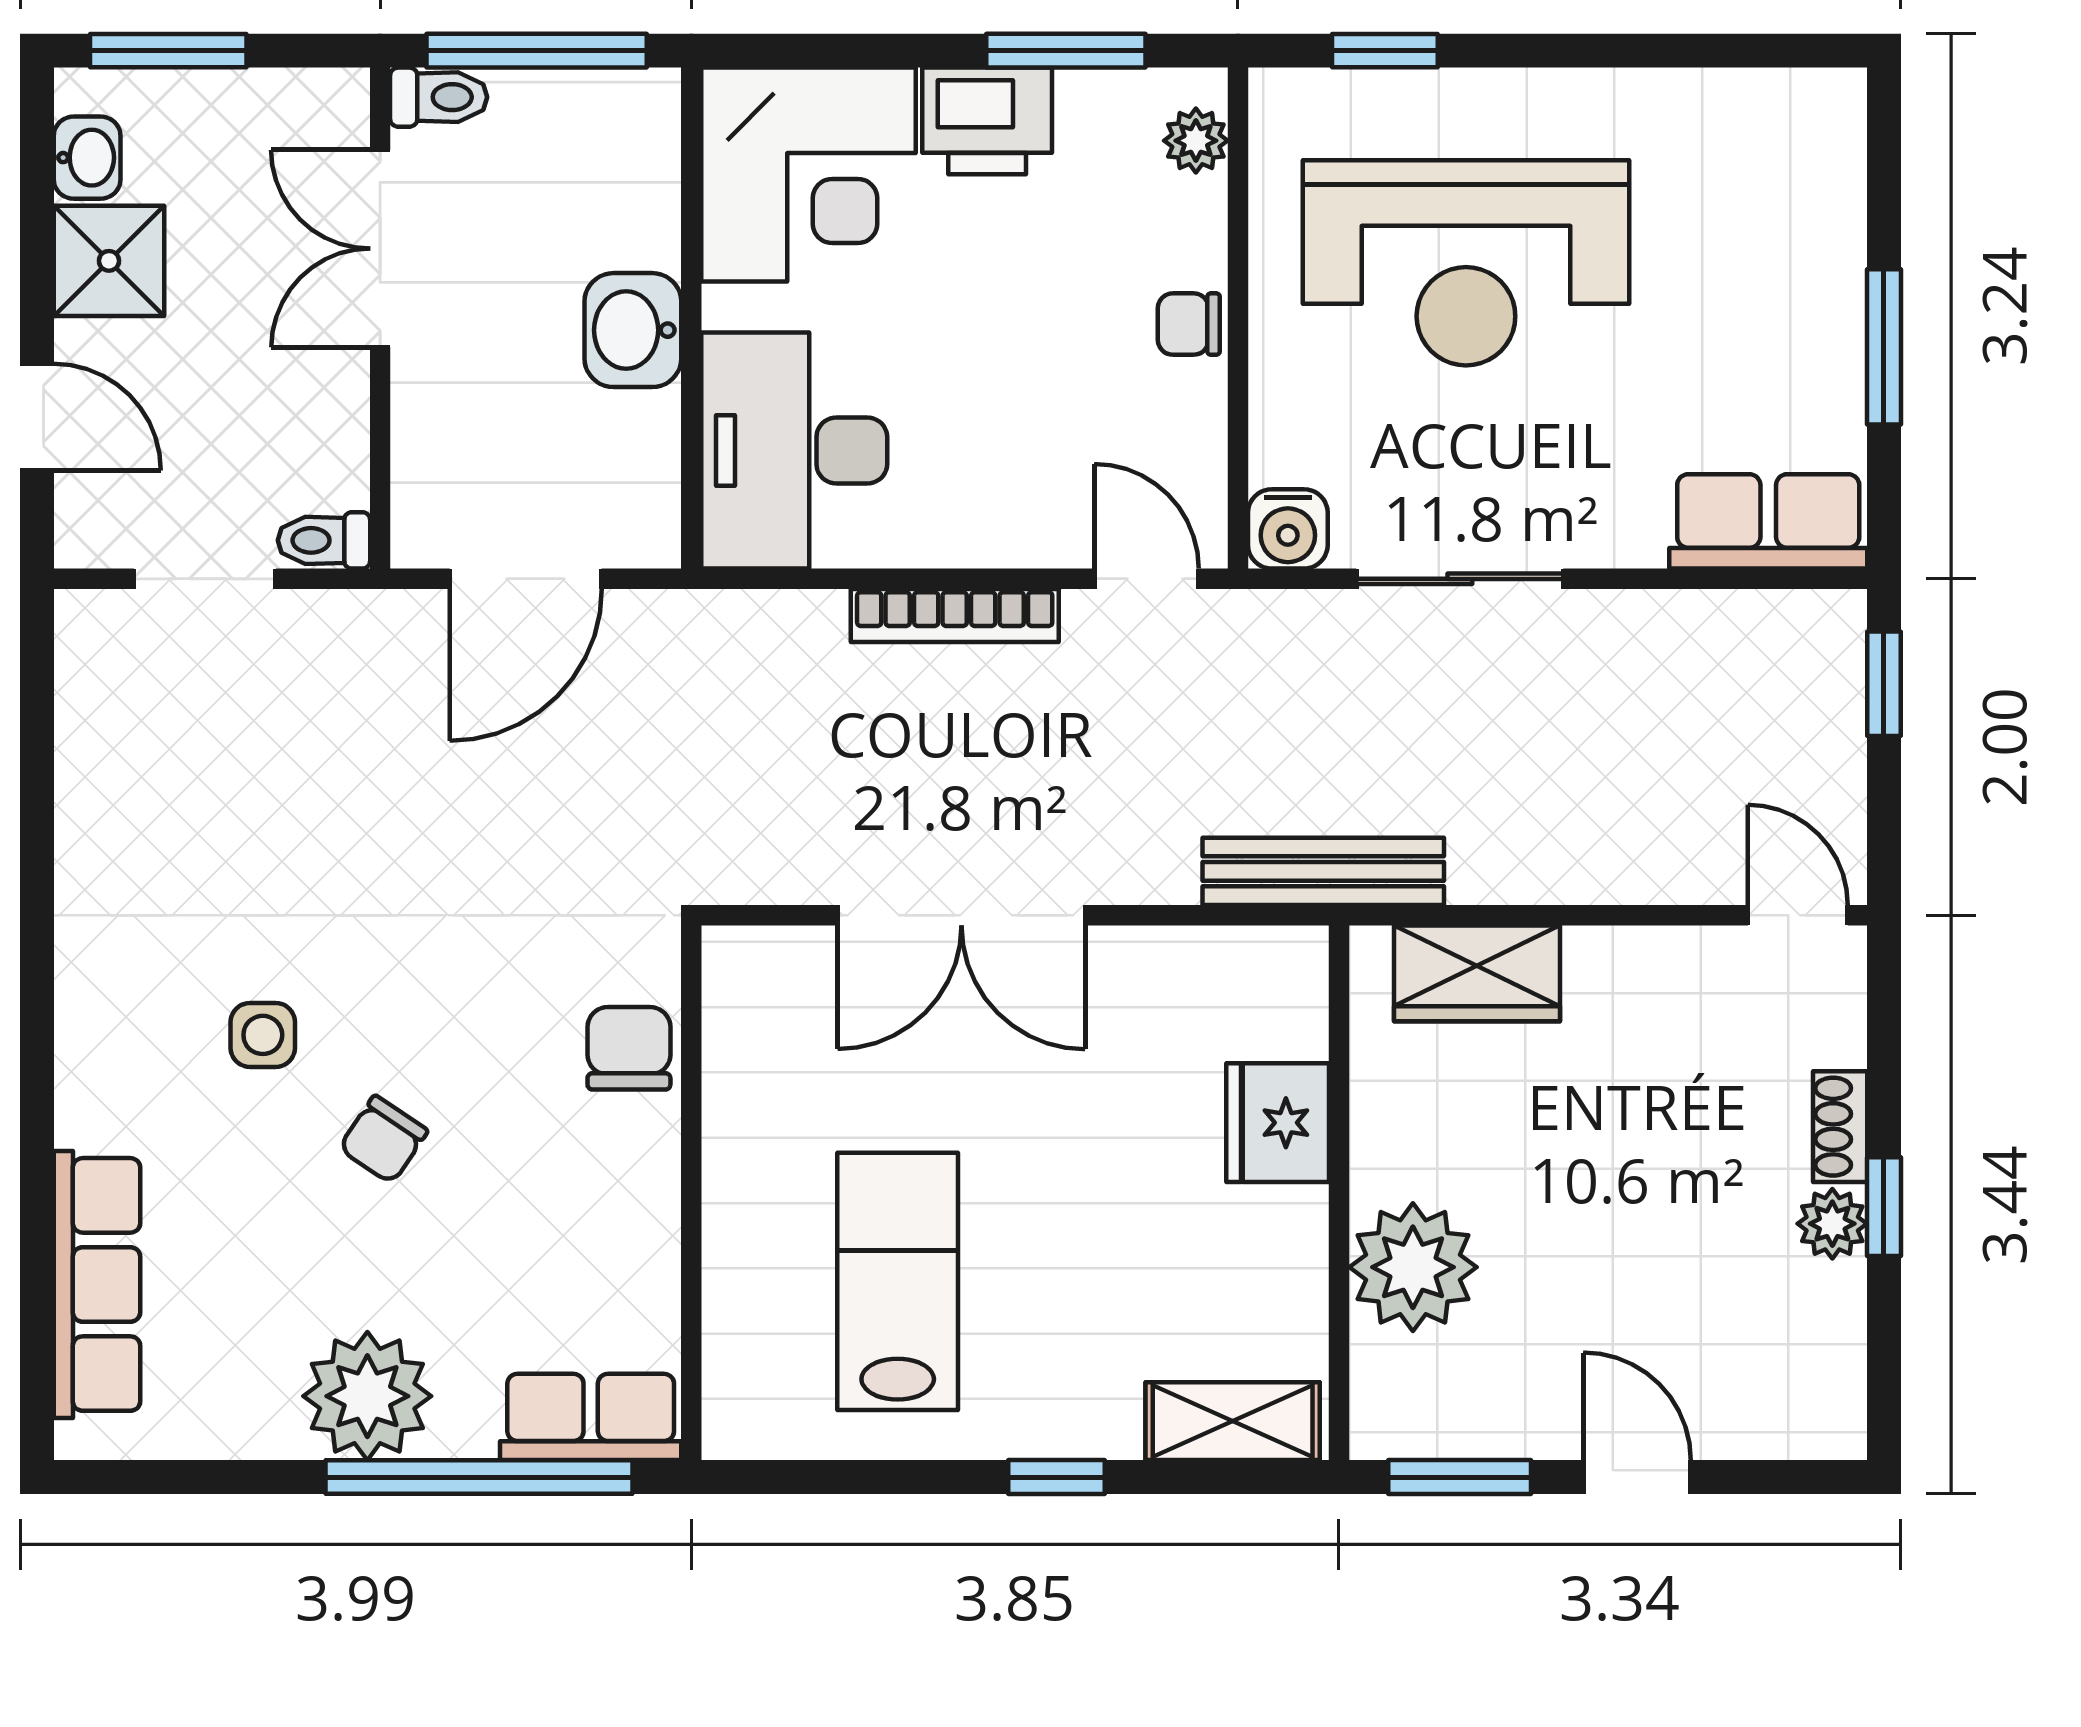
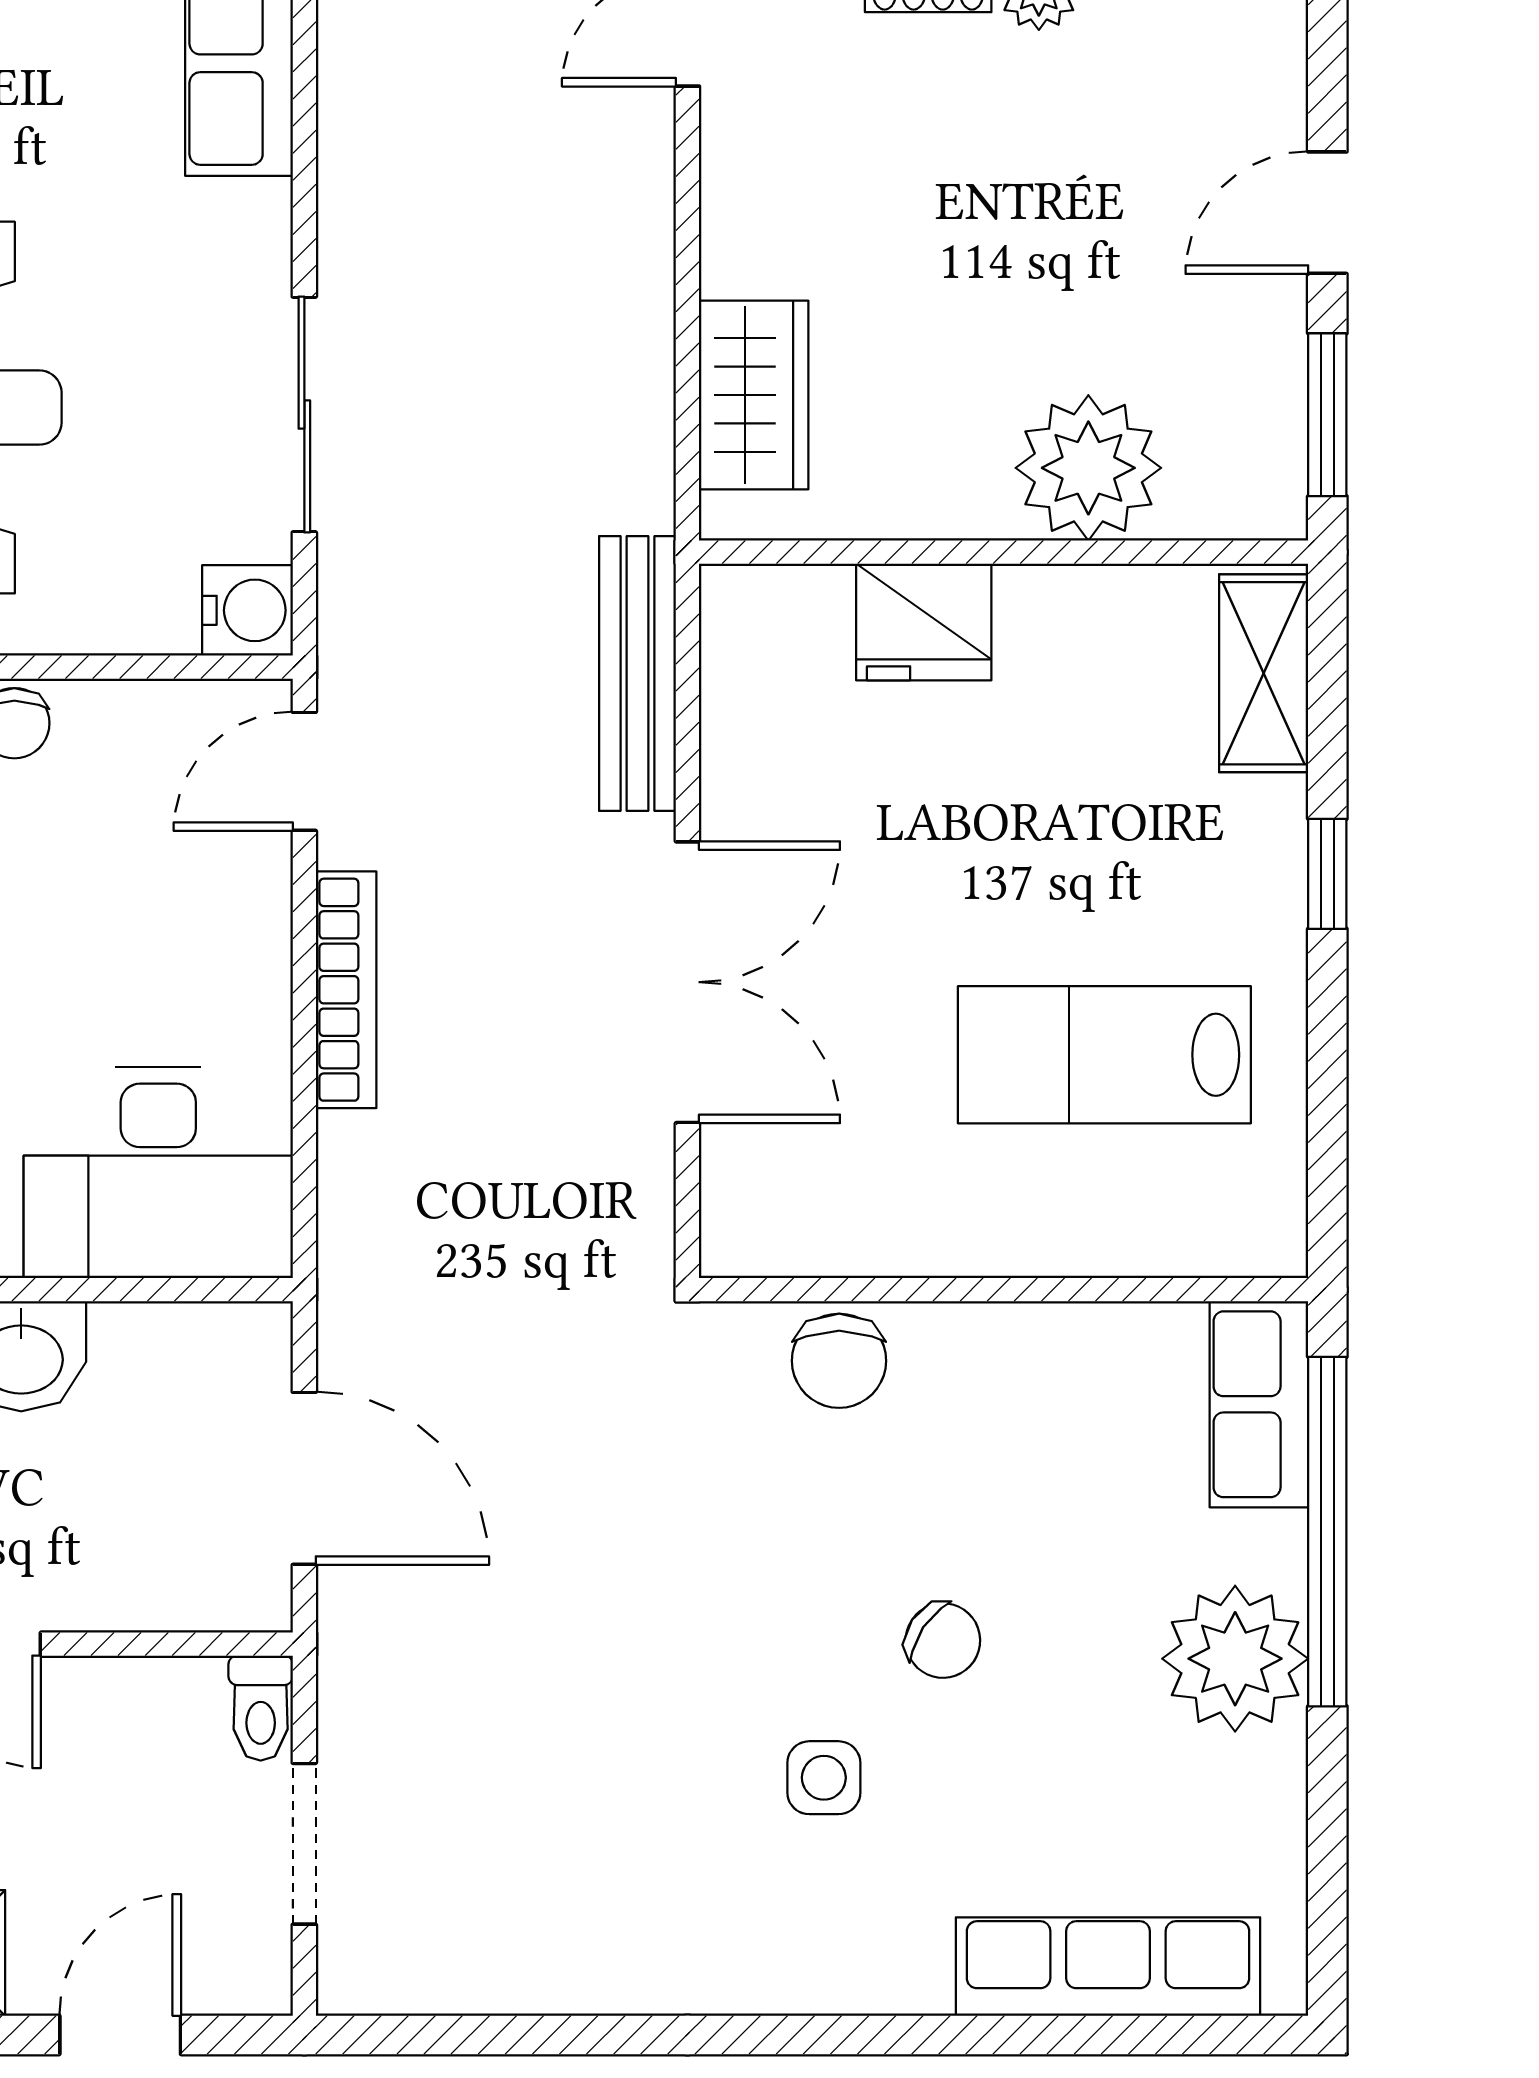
bench: (1323, 871) -> (638, 673), moved
chair: (629, 1048) -> (839, 1361), turned -90

